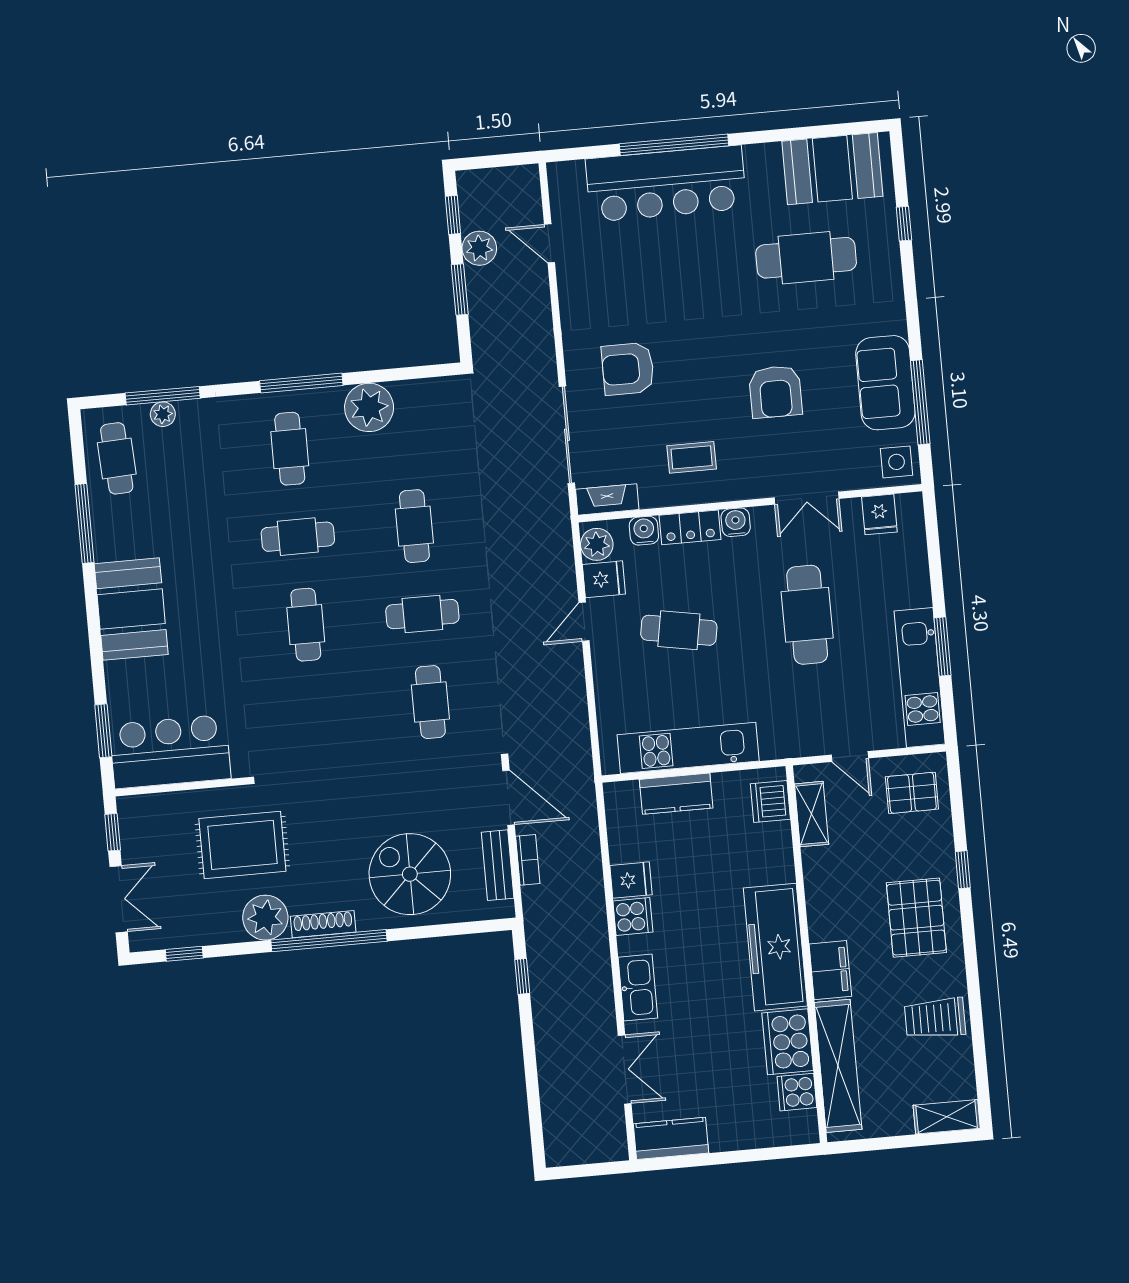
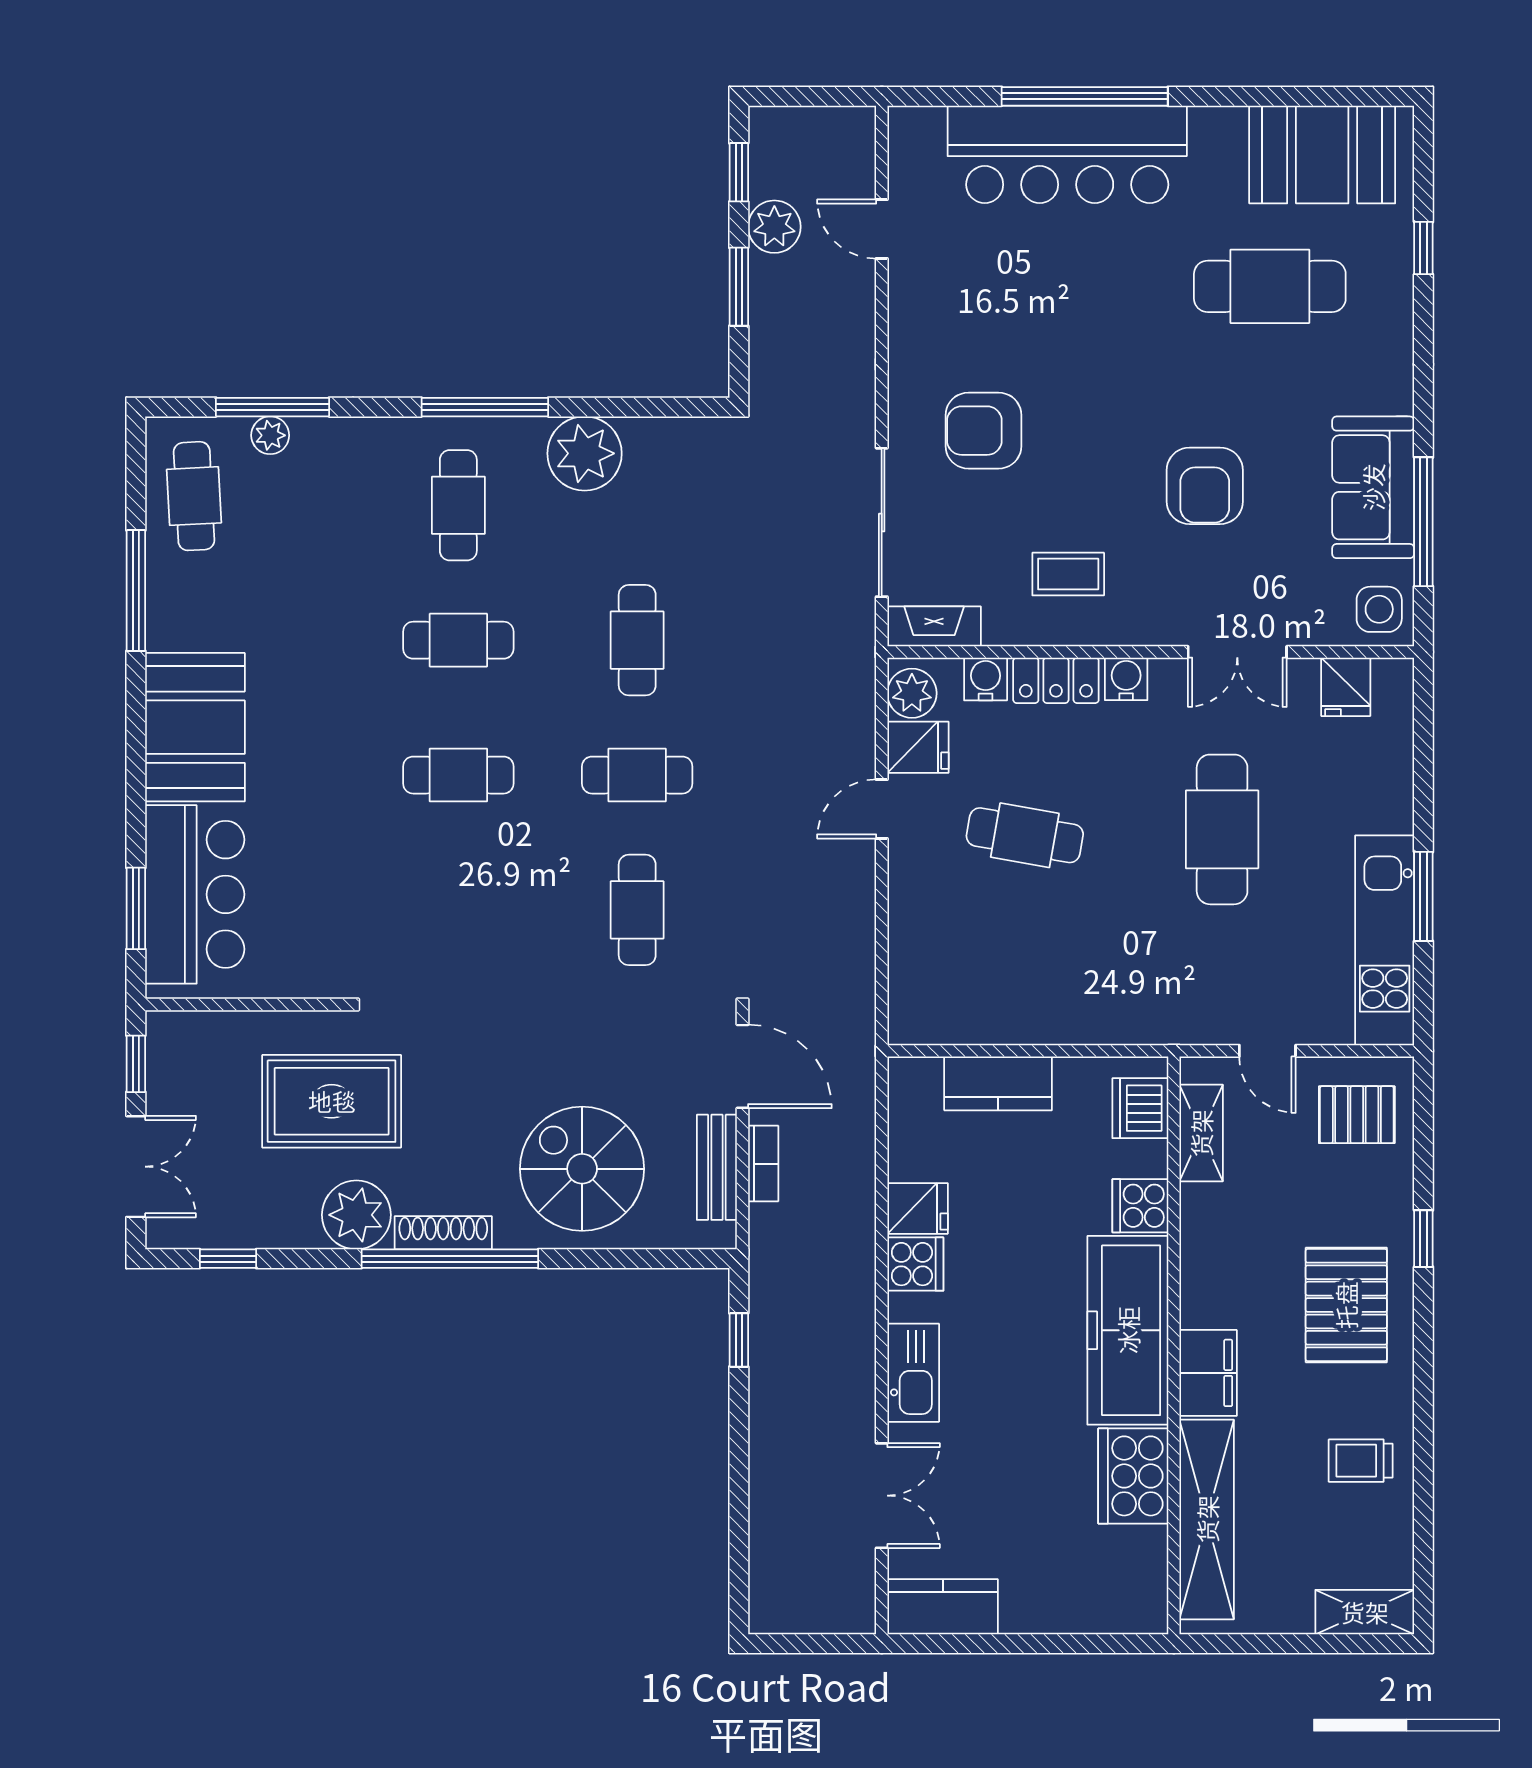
cafe table: (306, 625) -> (458, 775), turned 90
kitchen unit: (688, 748) -> (1023, 1015), removed
bar counter: (170, 752) -> (195, 894), moved, turned 90
trolley: (935, 1018) -> (1361, 1461), width x0.73, depth x0.72
cooker: (797, 1092) -> (1140, 1206), moved

